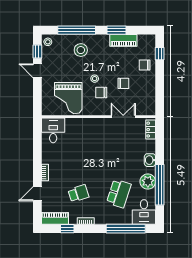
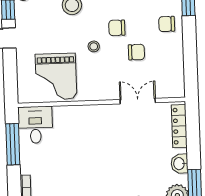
chair: (101, 92) -> (117, 28), moved
locker: (151, 130) -> (179, 126), width x1.53
window: (37, 143) -> (13, 144), added

